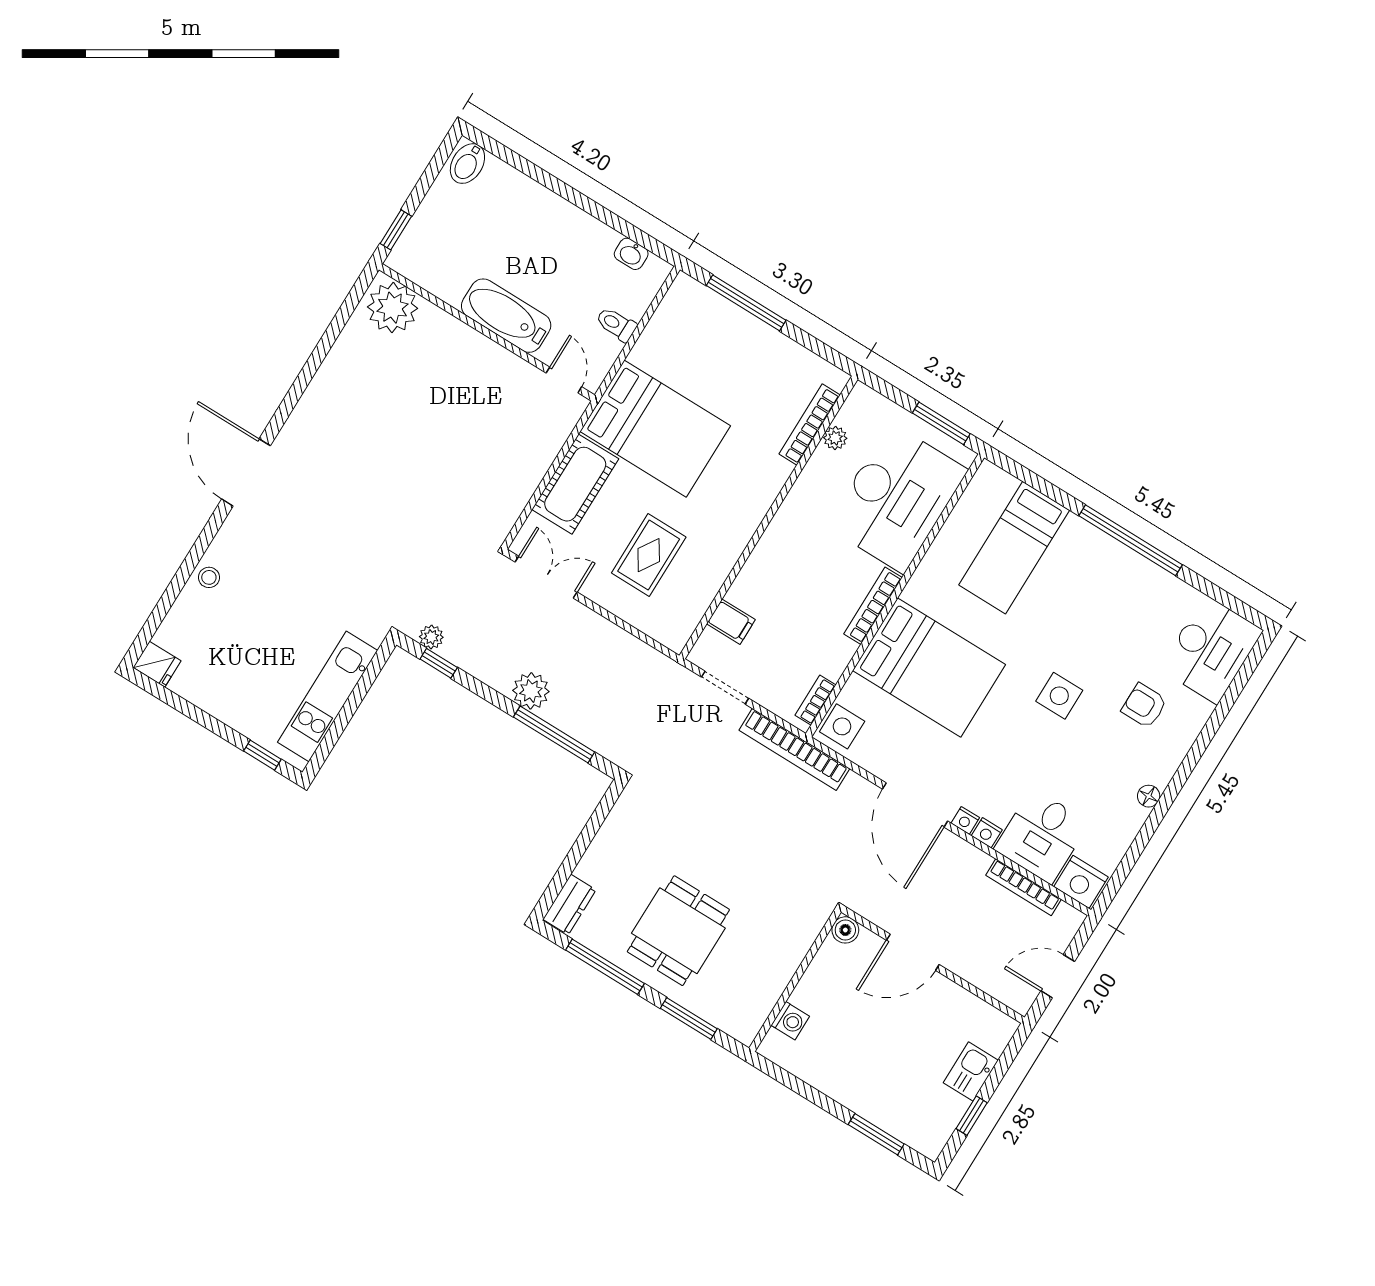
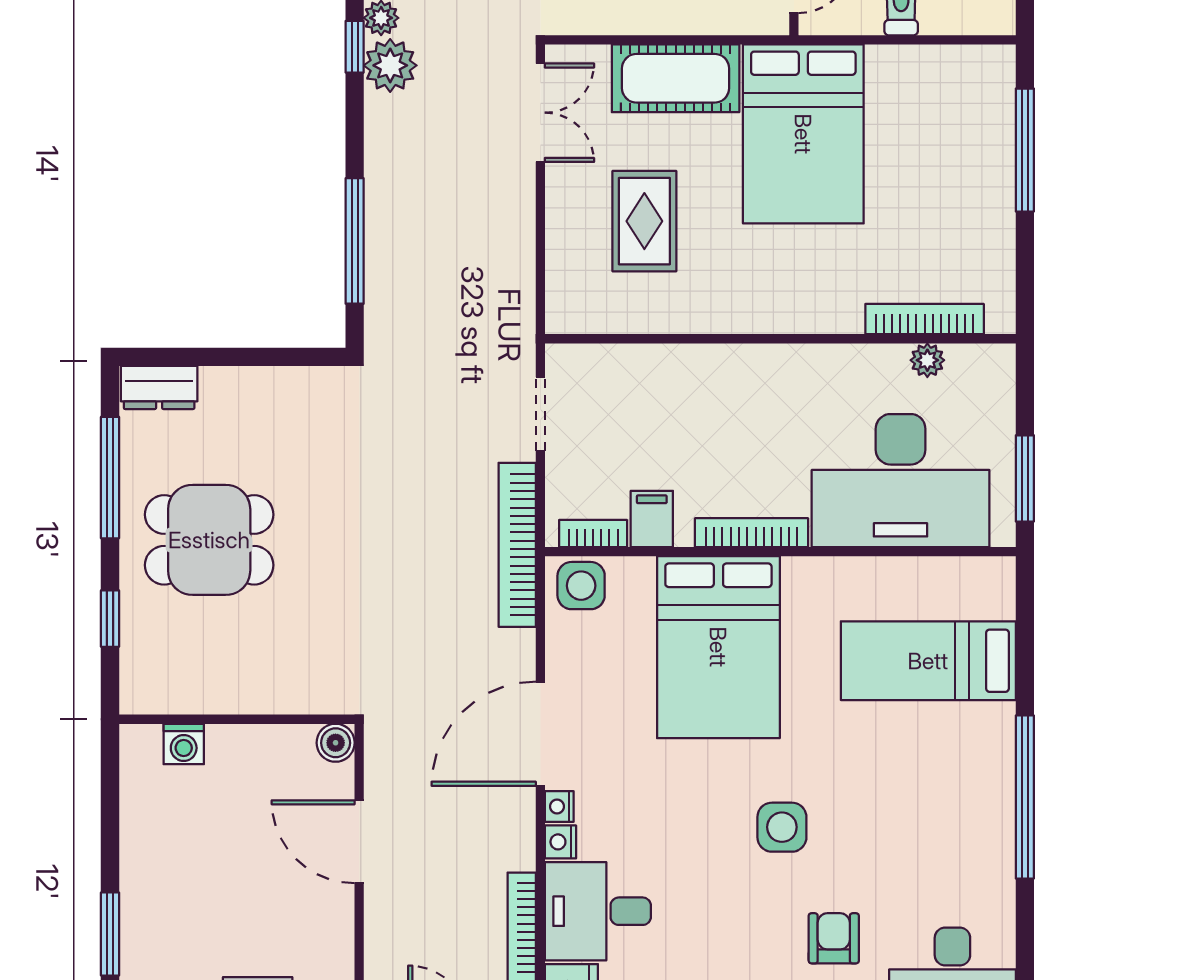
rug: (649, 555) -> (644, 221), turned 90
filing cabinet: (731, 622) -> (652, 519), moved, turned 180
plant: (531, 691) -> (390, 65), moved
window: (689, 1018) -> (110, 619), width x0.67

